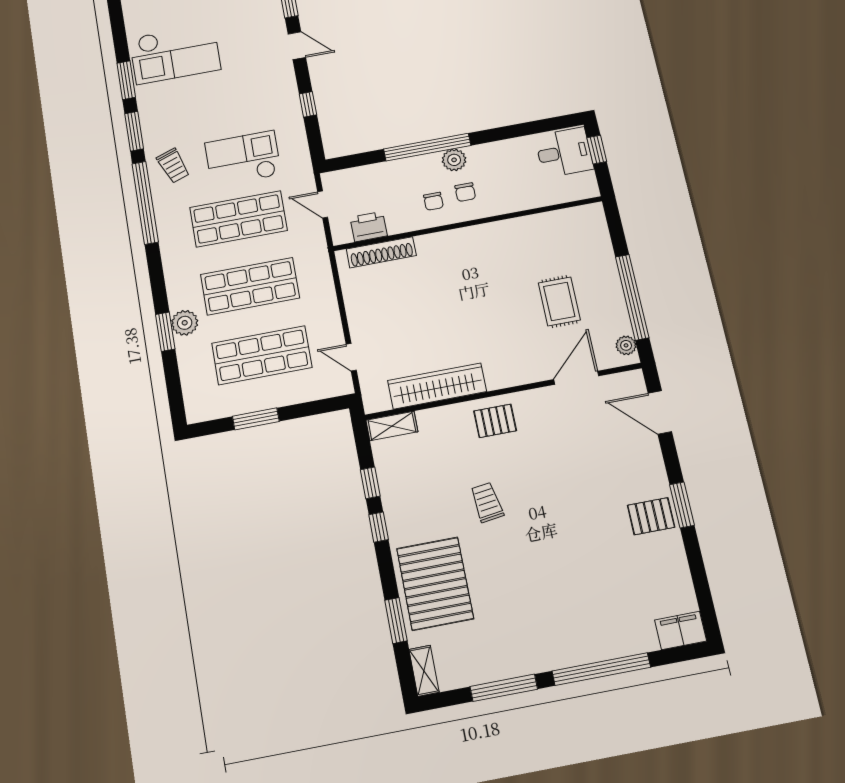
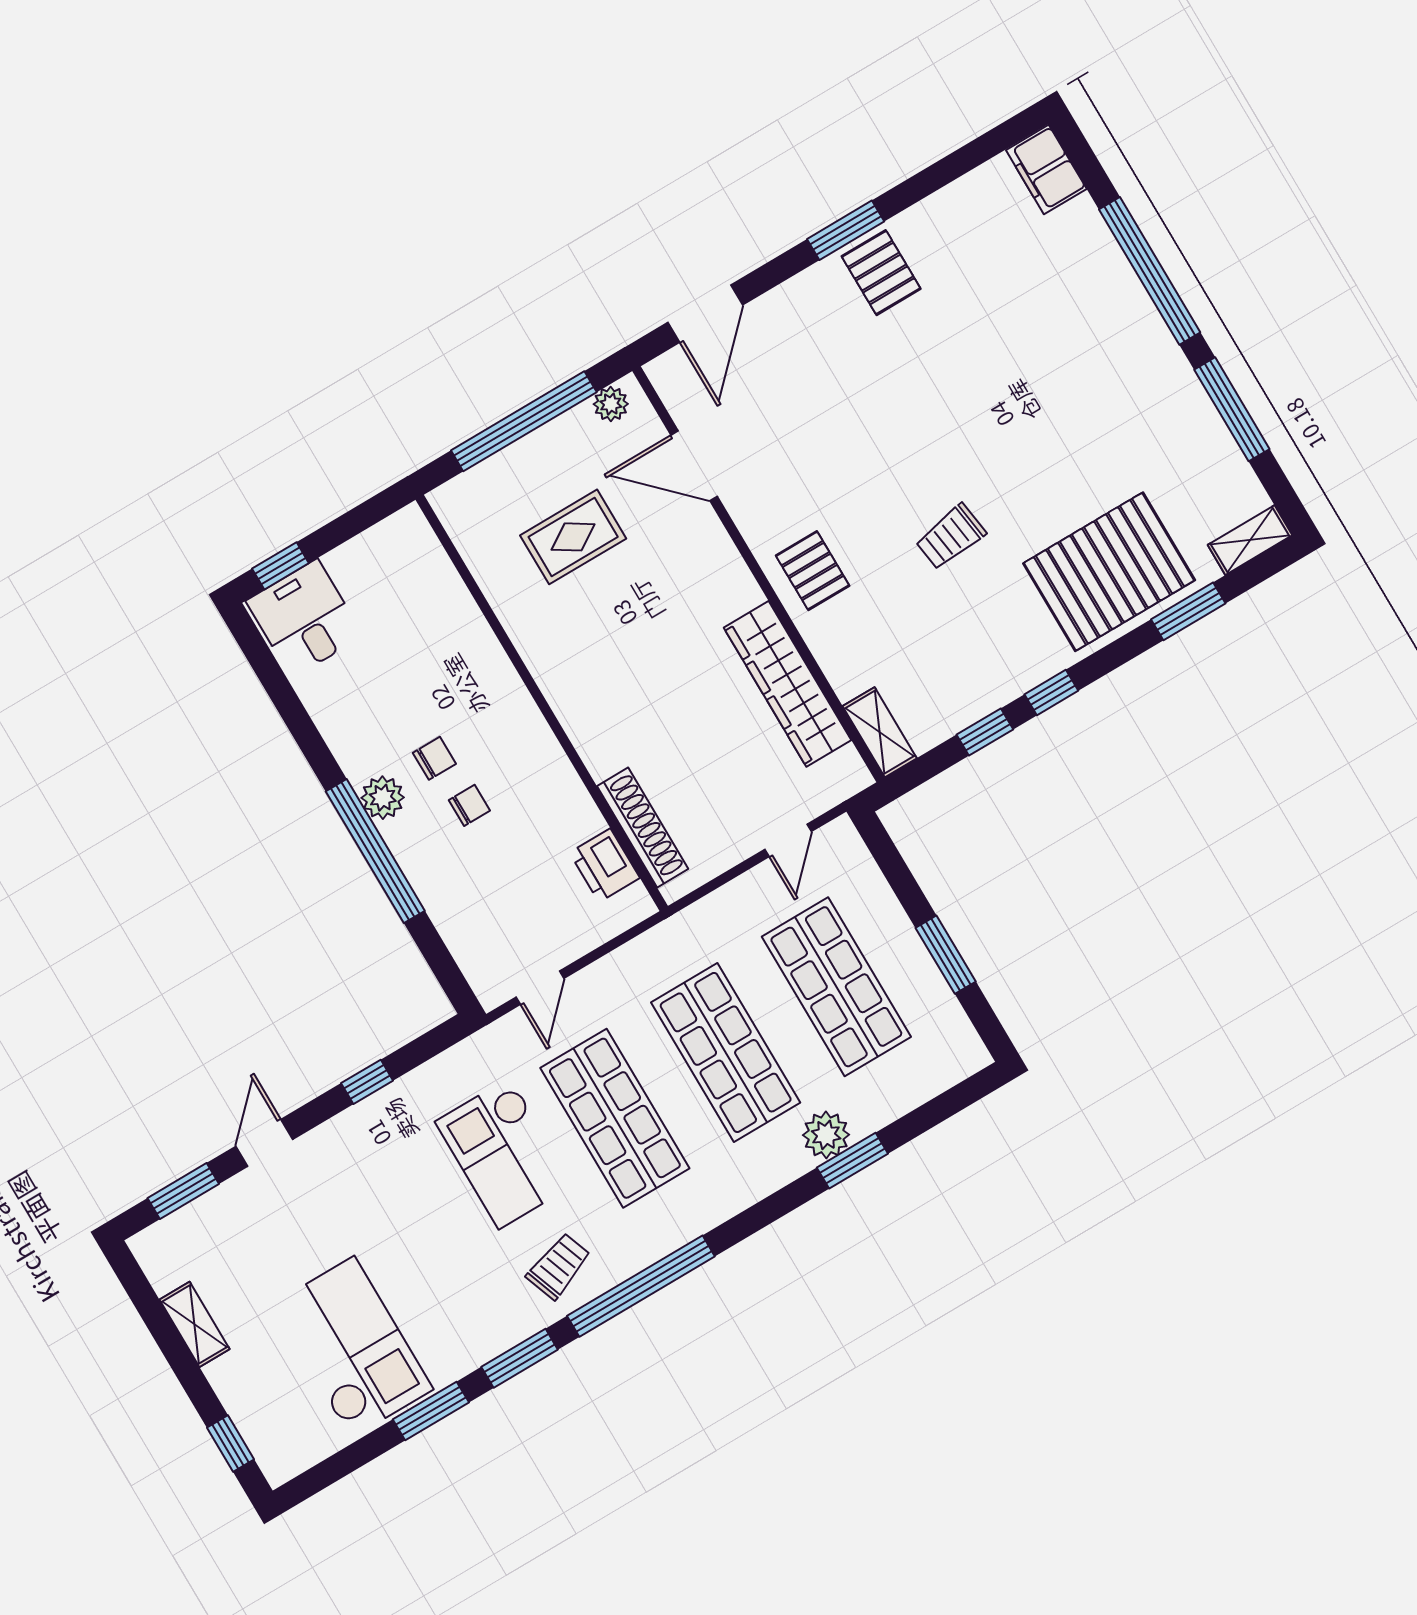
wall: (468, 224) -> (542, 703), moved
printer: (369, 227) -> (605, 865), moved
shoe rack: (381, 252) -> (643, 828), moved

